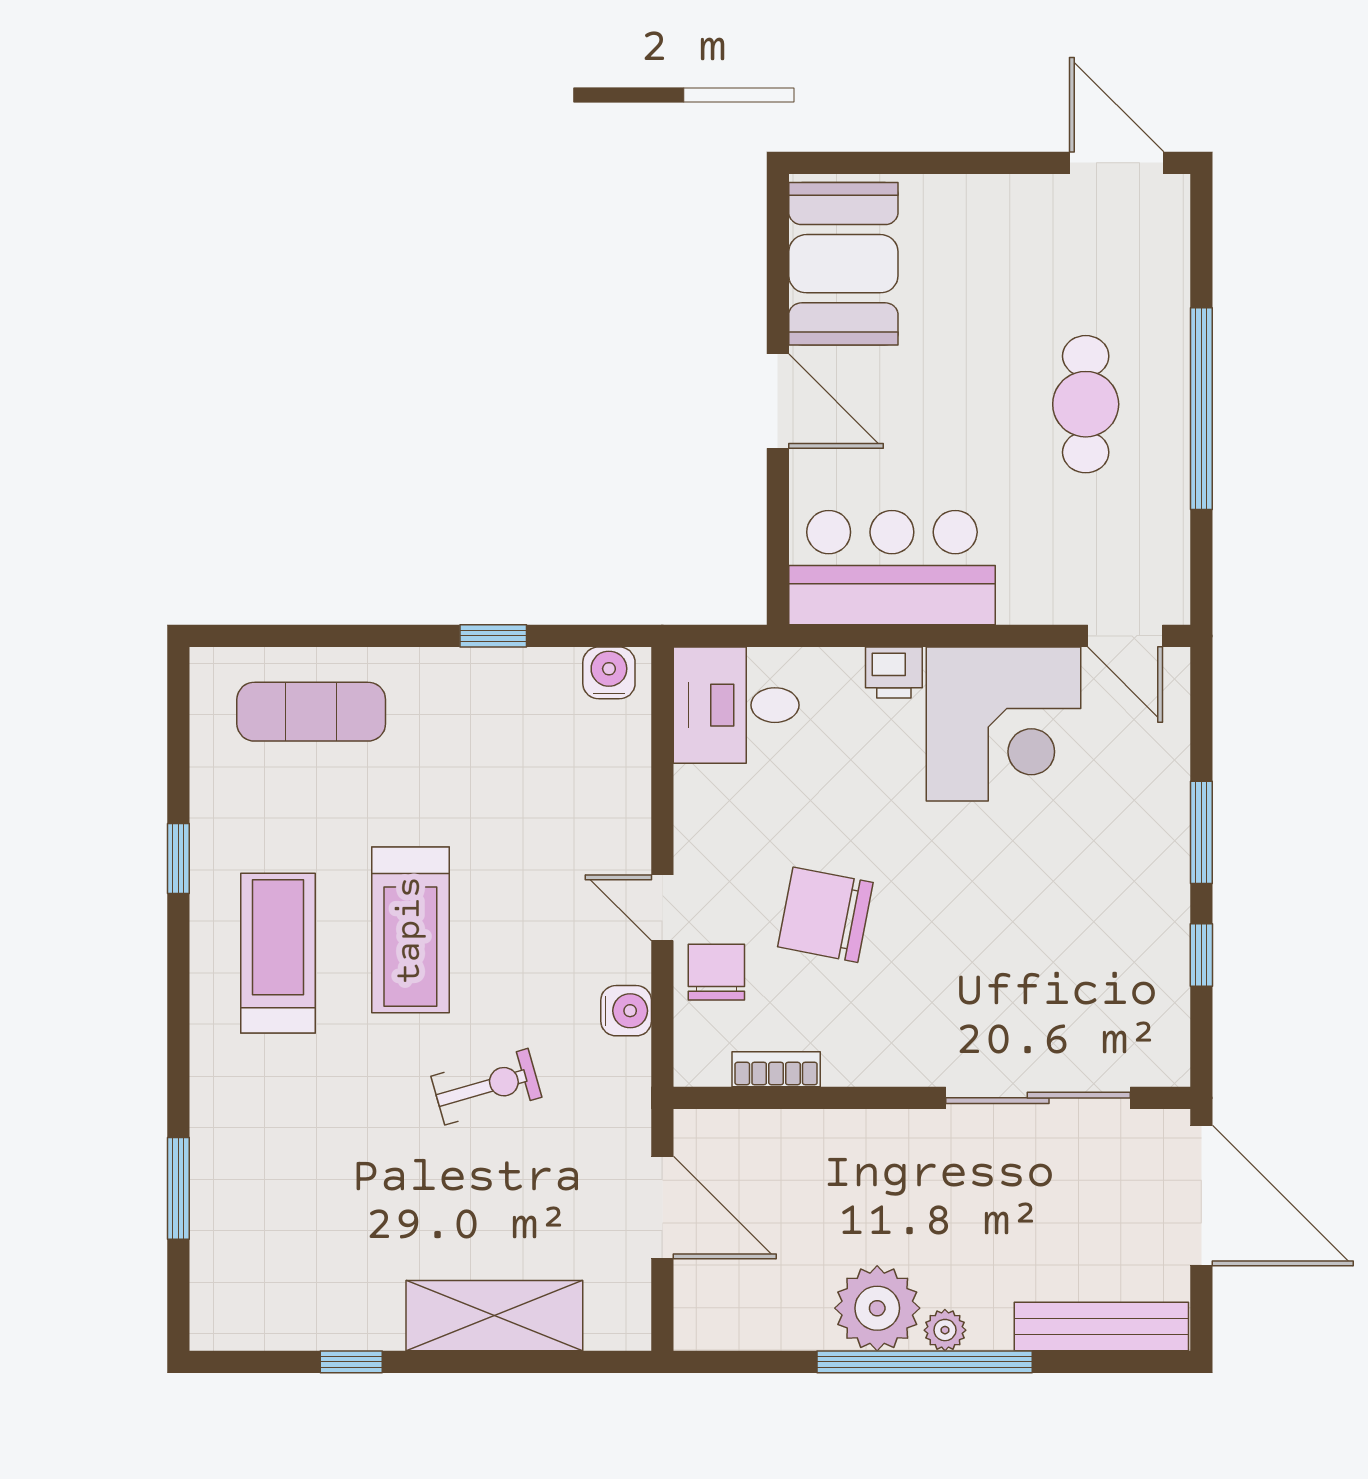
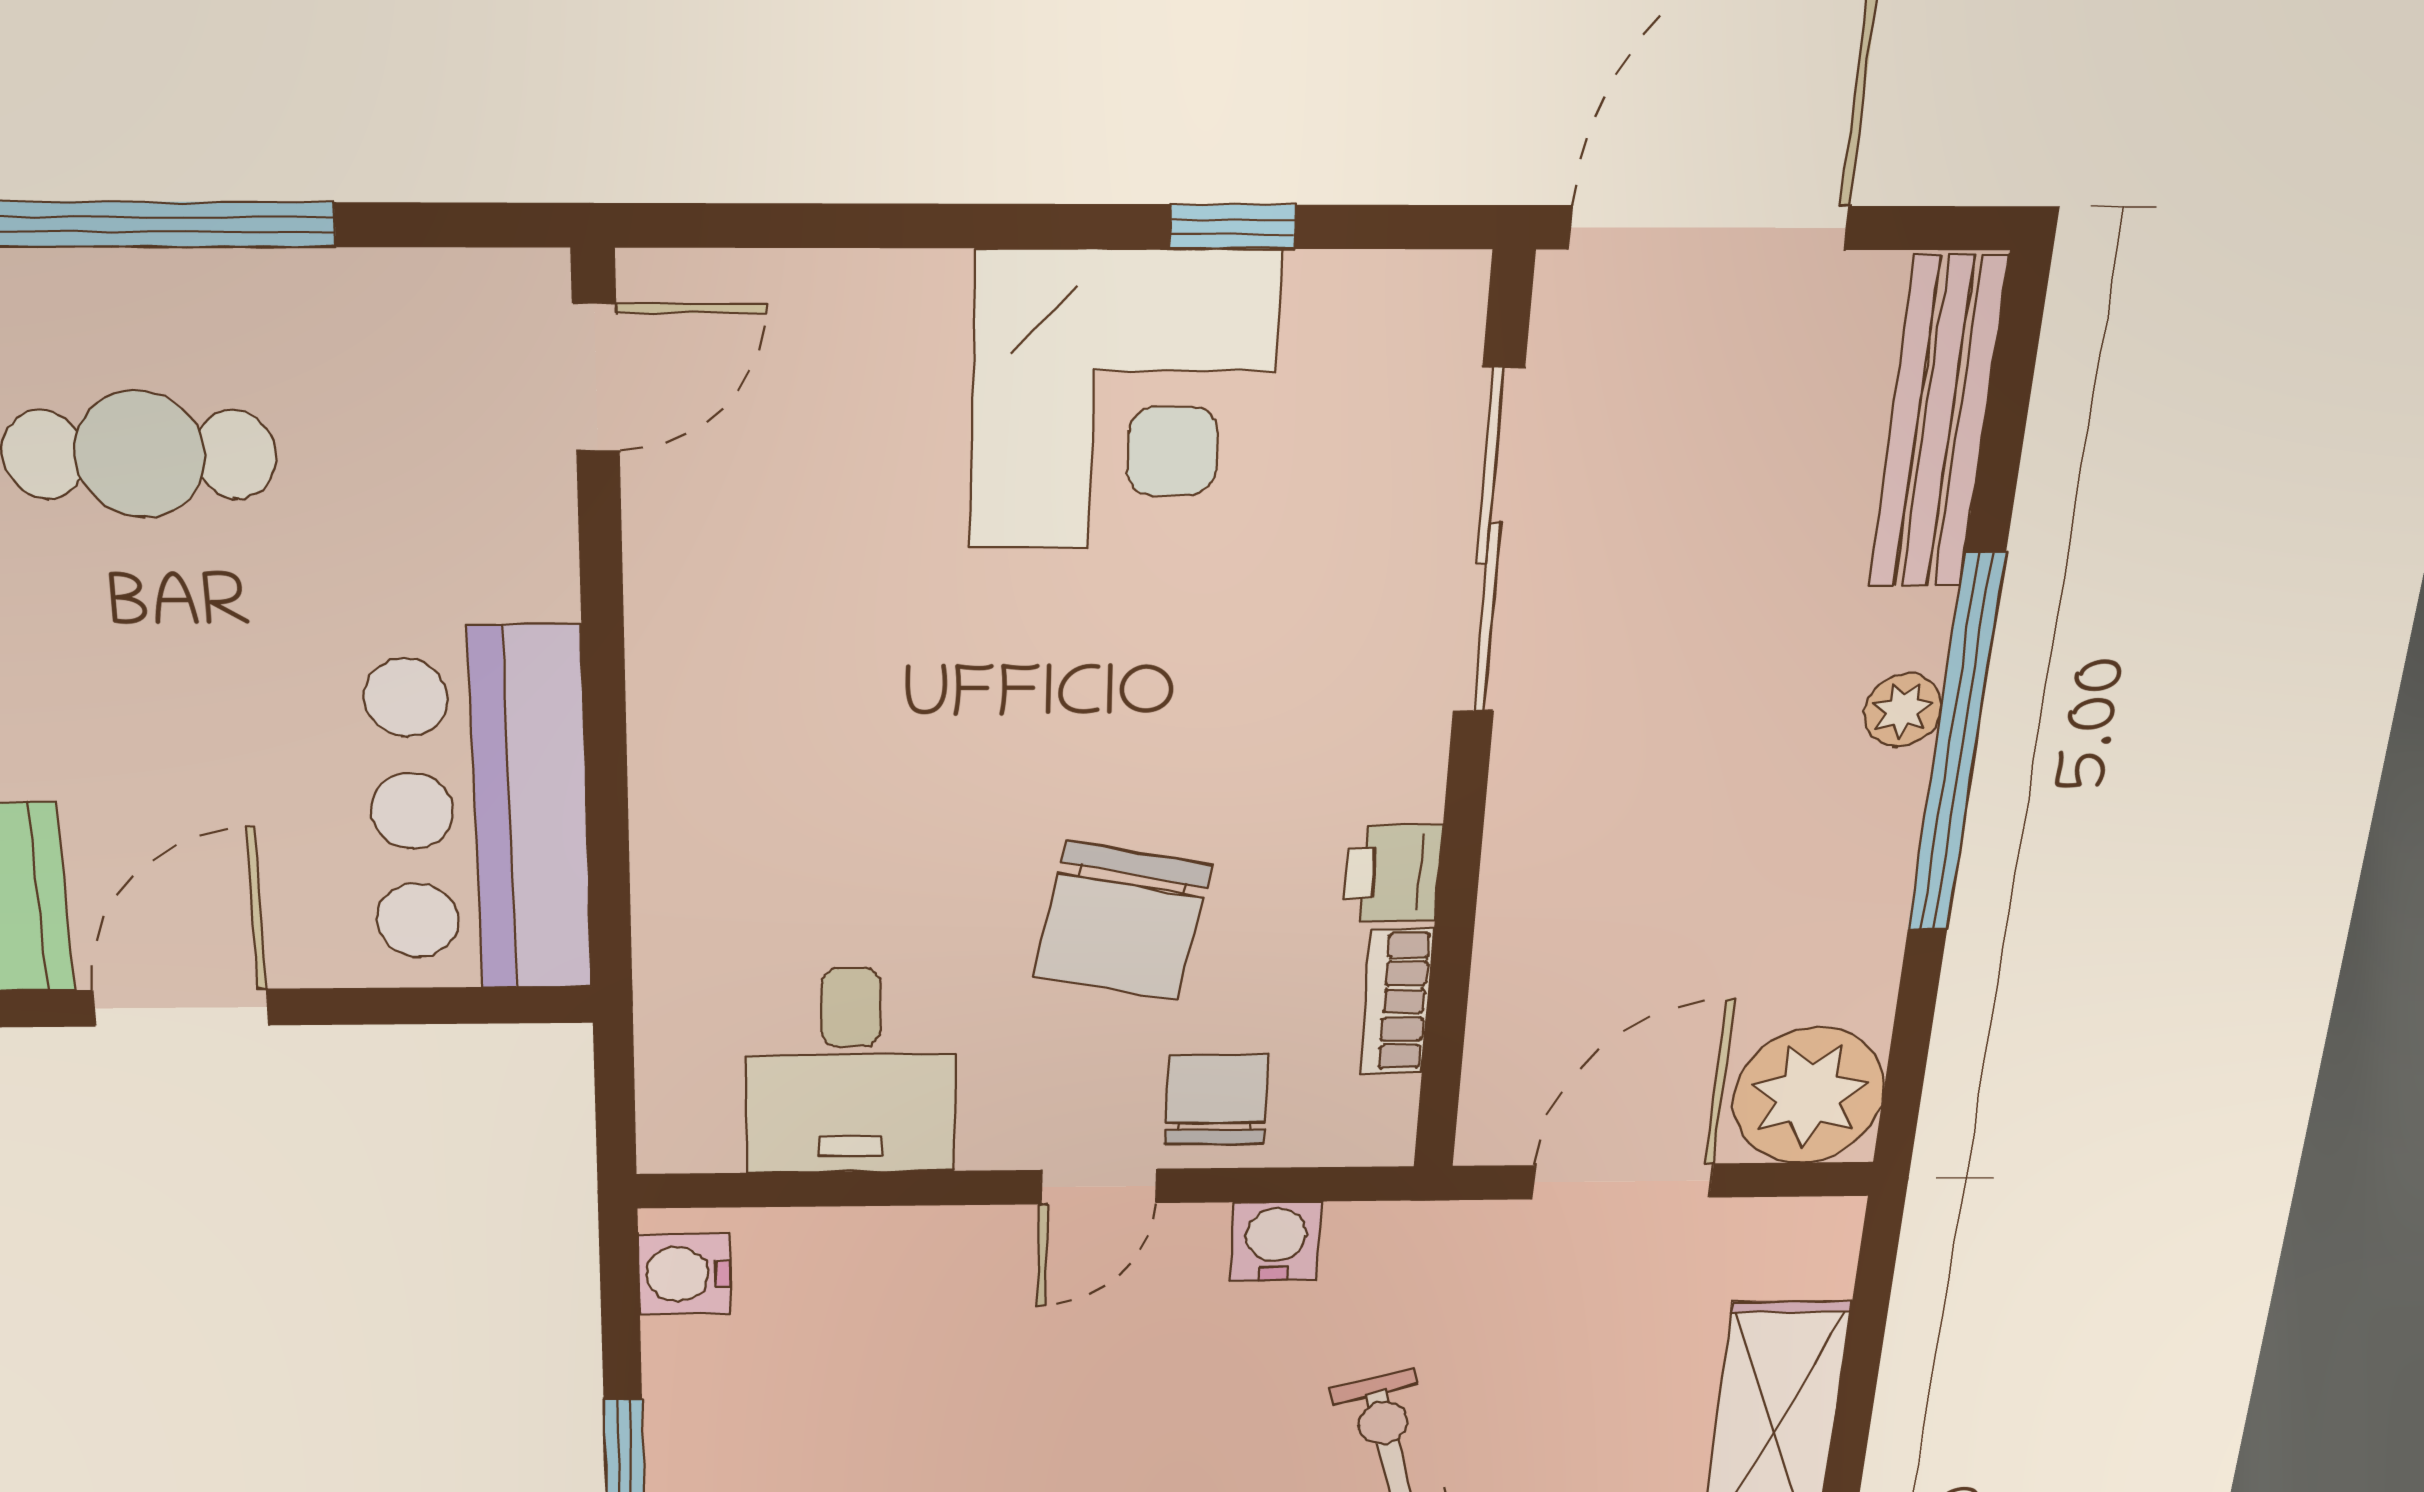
printer: (894, 673) -> (1392, 873), moved, turned 180
desk: (736, 705) -> (851, 1071), moved
corner desk: (1004, 724) -> (1124, 401), moved, turned 90
window: (1201, 832) -> (988, 226), removed
chair: (716, 972) -> (1217, 1100), turned 90
plant: (877, 1308) -> (1809, 1095), moved

